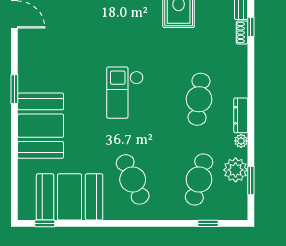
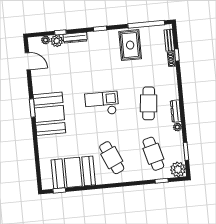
checkout: (125, 93) -> (102, 104), turned 90
booth: (41, 126) -> (49, 114), moved
plant: (236, 170) -> (178, 169), moved
cafe table: (199, 179) -> (153, 154), turned -30

